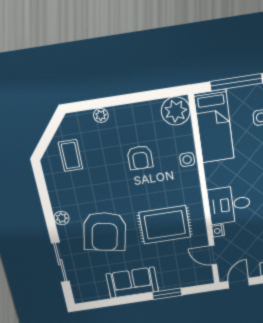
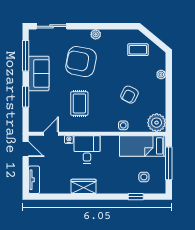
armchair: (140, 158) -> (129, 95), turned -63
rug: (165, 225) -> (79, 103), width x0.73, depth x0.70
sliding door: (60, 262) -> (51, 26), moved
window: (111, 302) -> (26, 56), added

